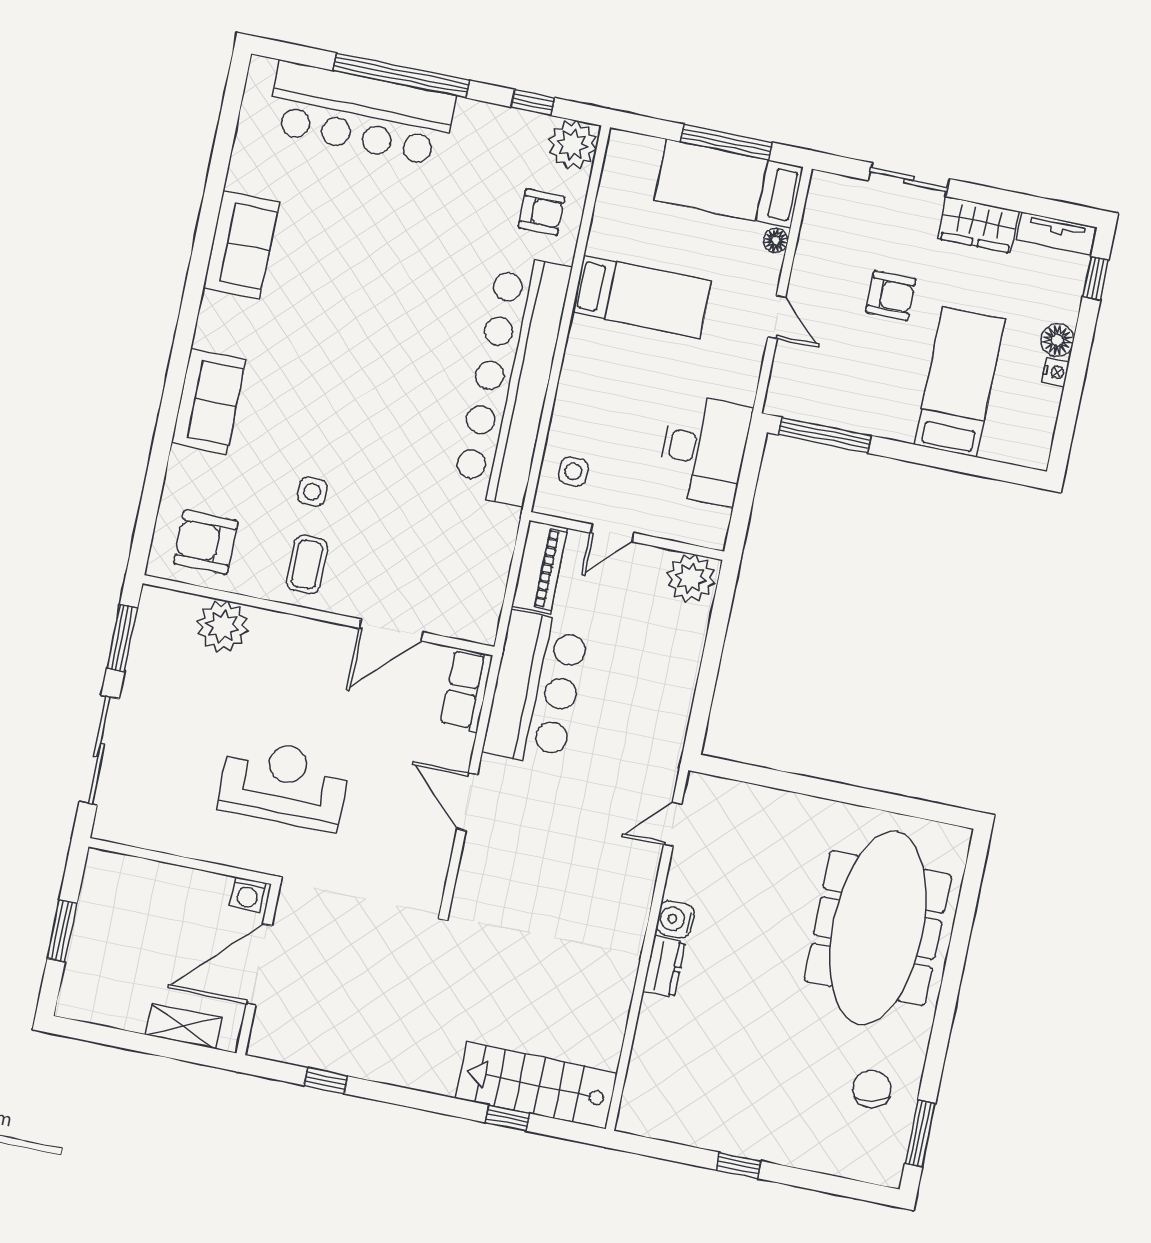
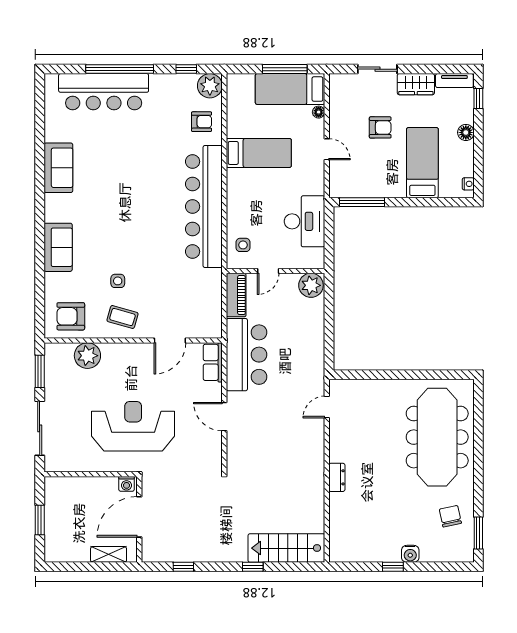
nightstand: (1056, 372) -> (468, 184), moved
coffee table: (307, 565) -> (122, 317), turned -74
reception desk: (284, 784) -> (133, 426), width x1.36, depth x1.30
water cooler: (675, 919) -> (410, 554), moved, turned -90
window: (507, 1118) -> (253, 567), moved

